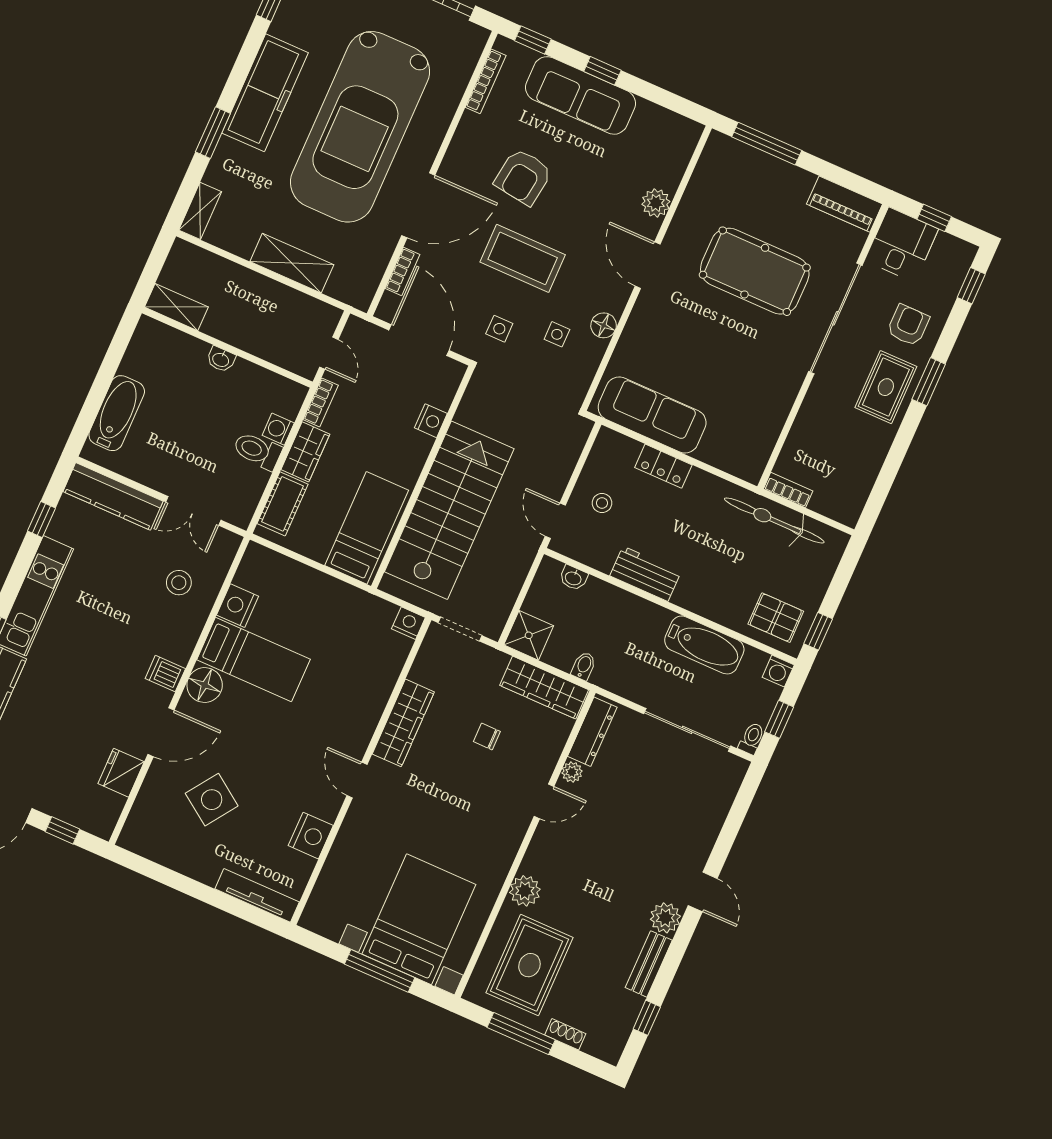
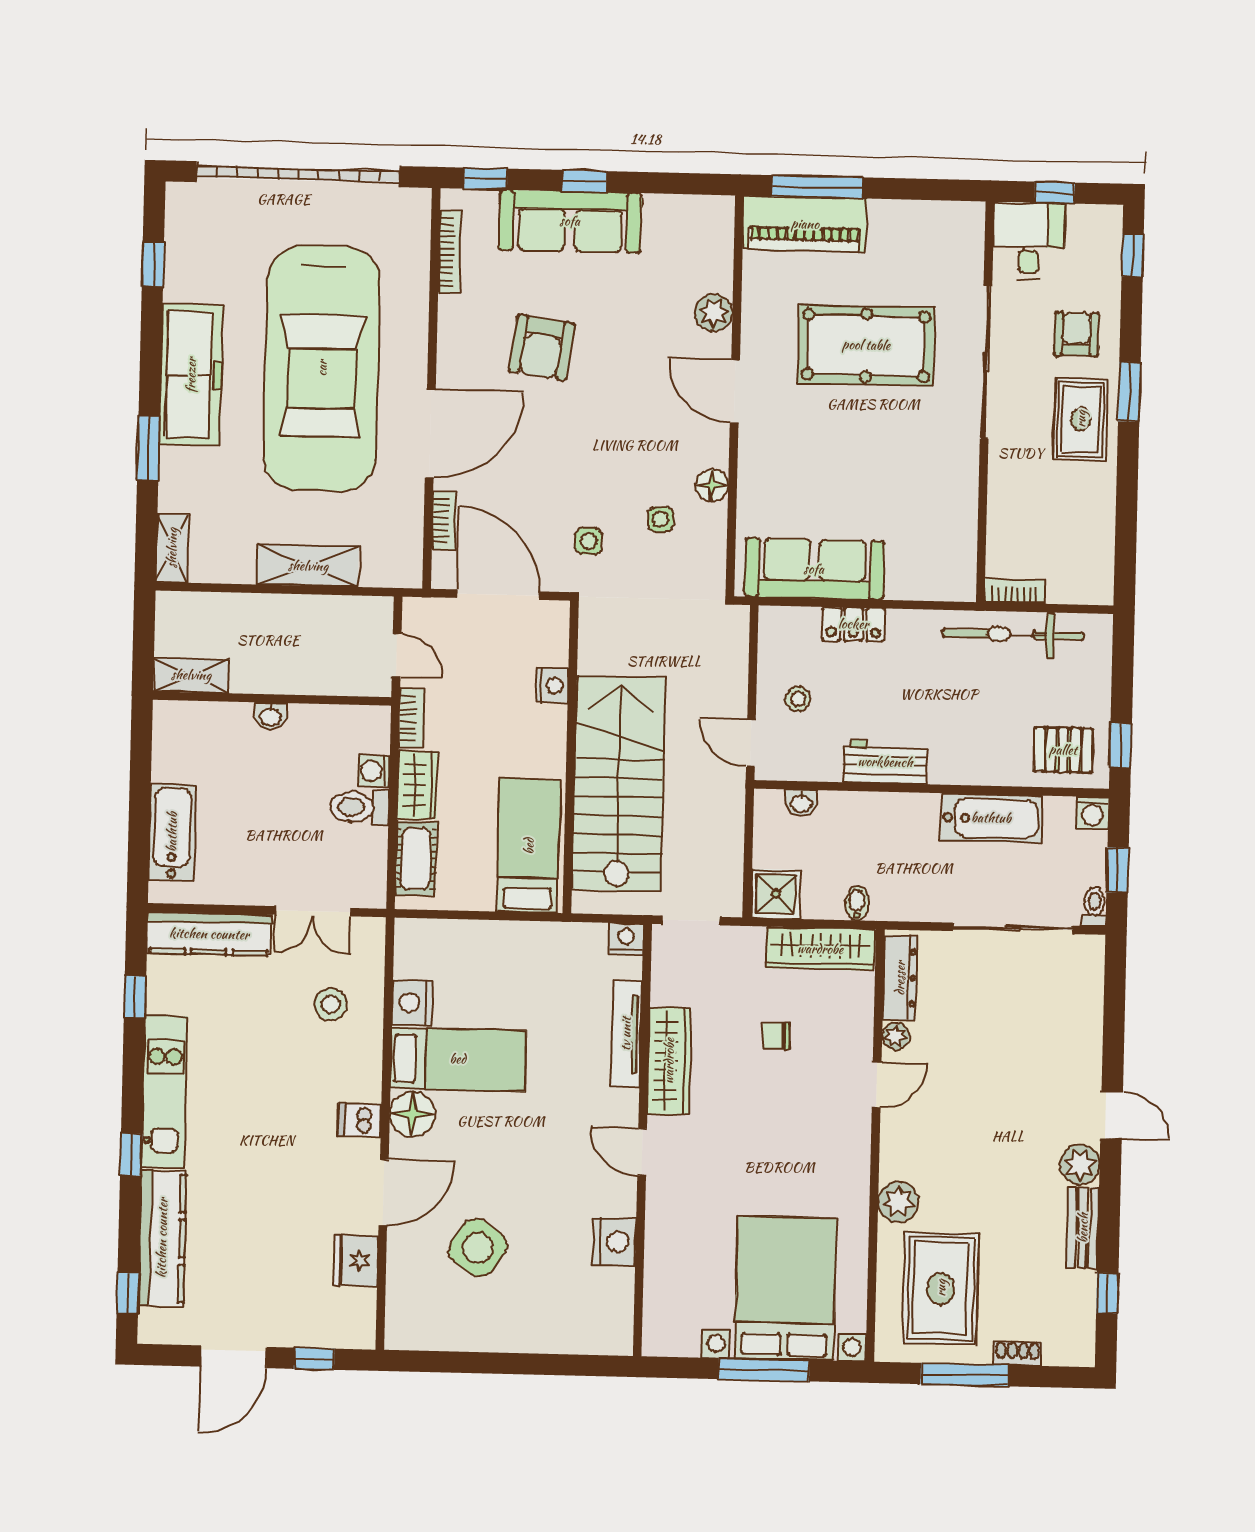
piano: (844, 204) -> (805, 224), moved, width x1.37, depth x1.33
coffee table: (523, 258) -> (582, 445), removed
tv unit: (257, 895) -> (626, 1034), moved, turned -90

